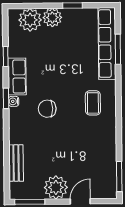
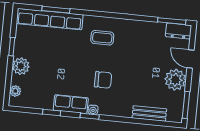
plant: (30, 20) -> (15, 91), width x0.53, depth x0.53
chair: (47, 109) -> (103, 80), turned -90
dresser: (109, 185) -> (178, 31), added

